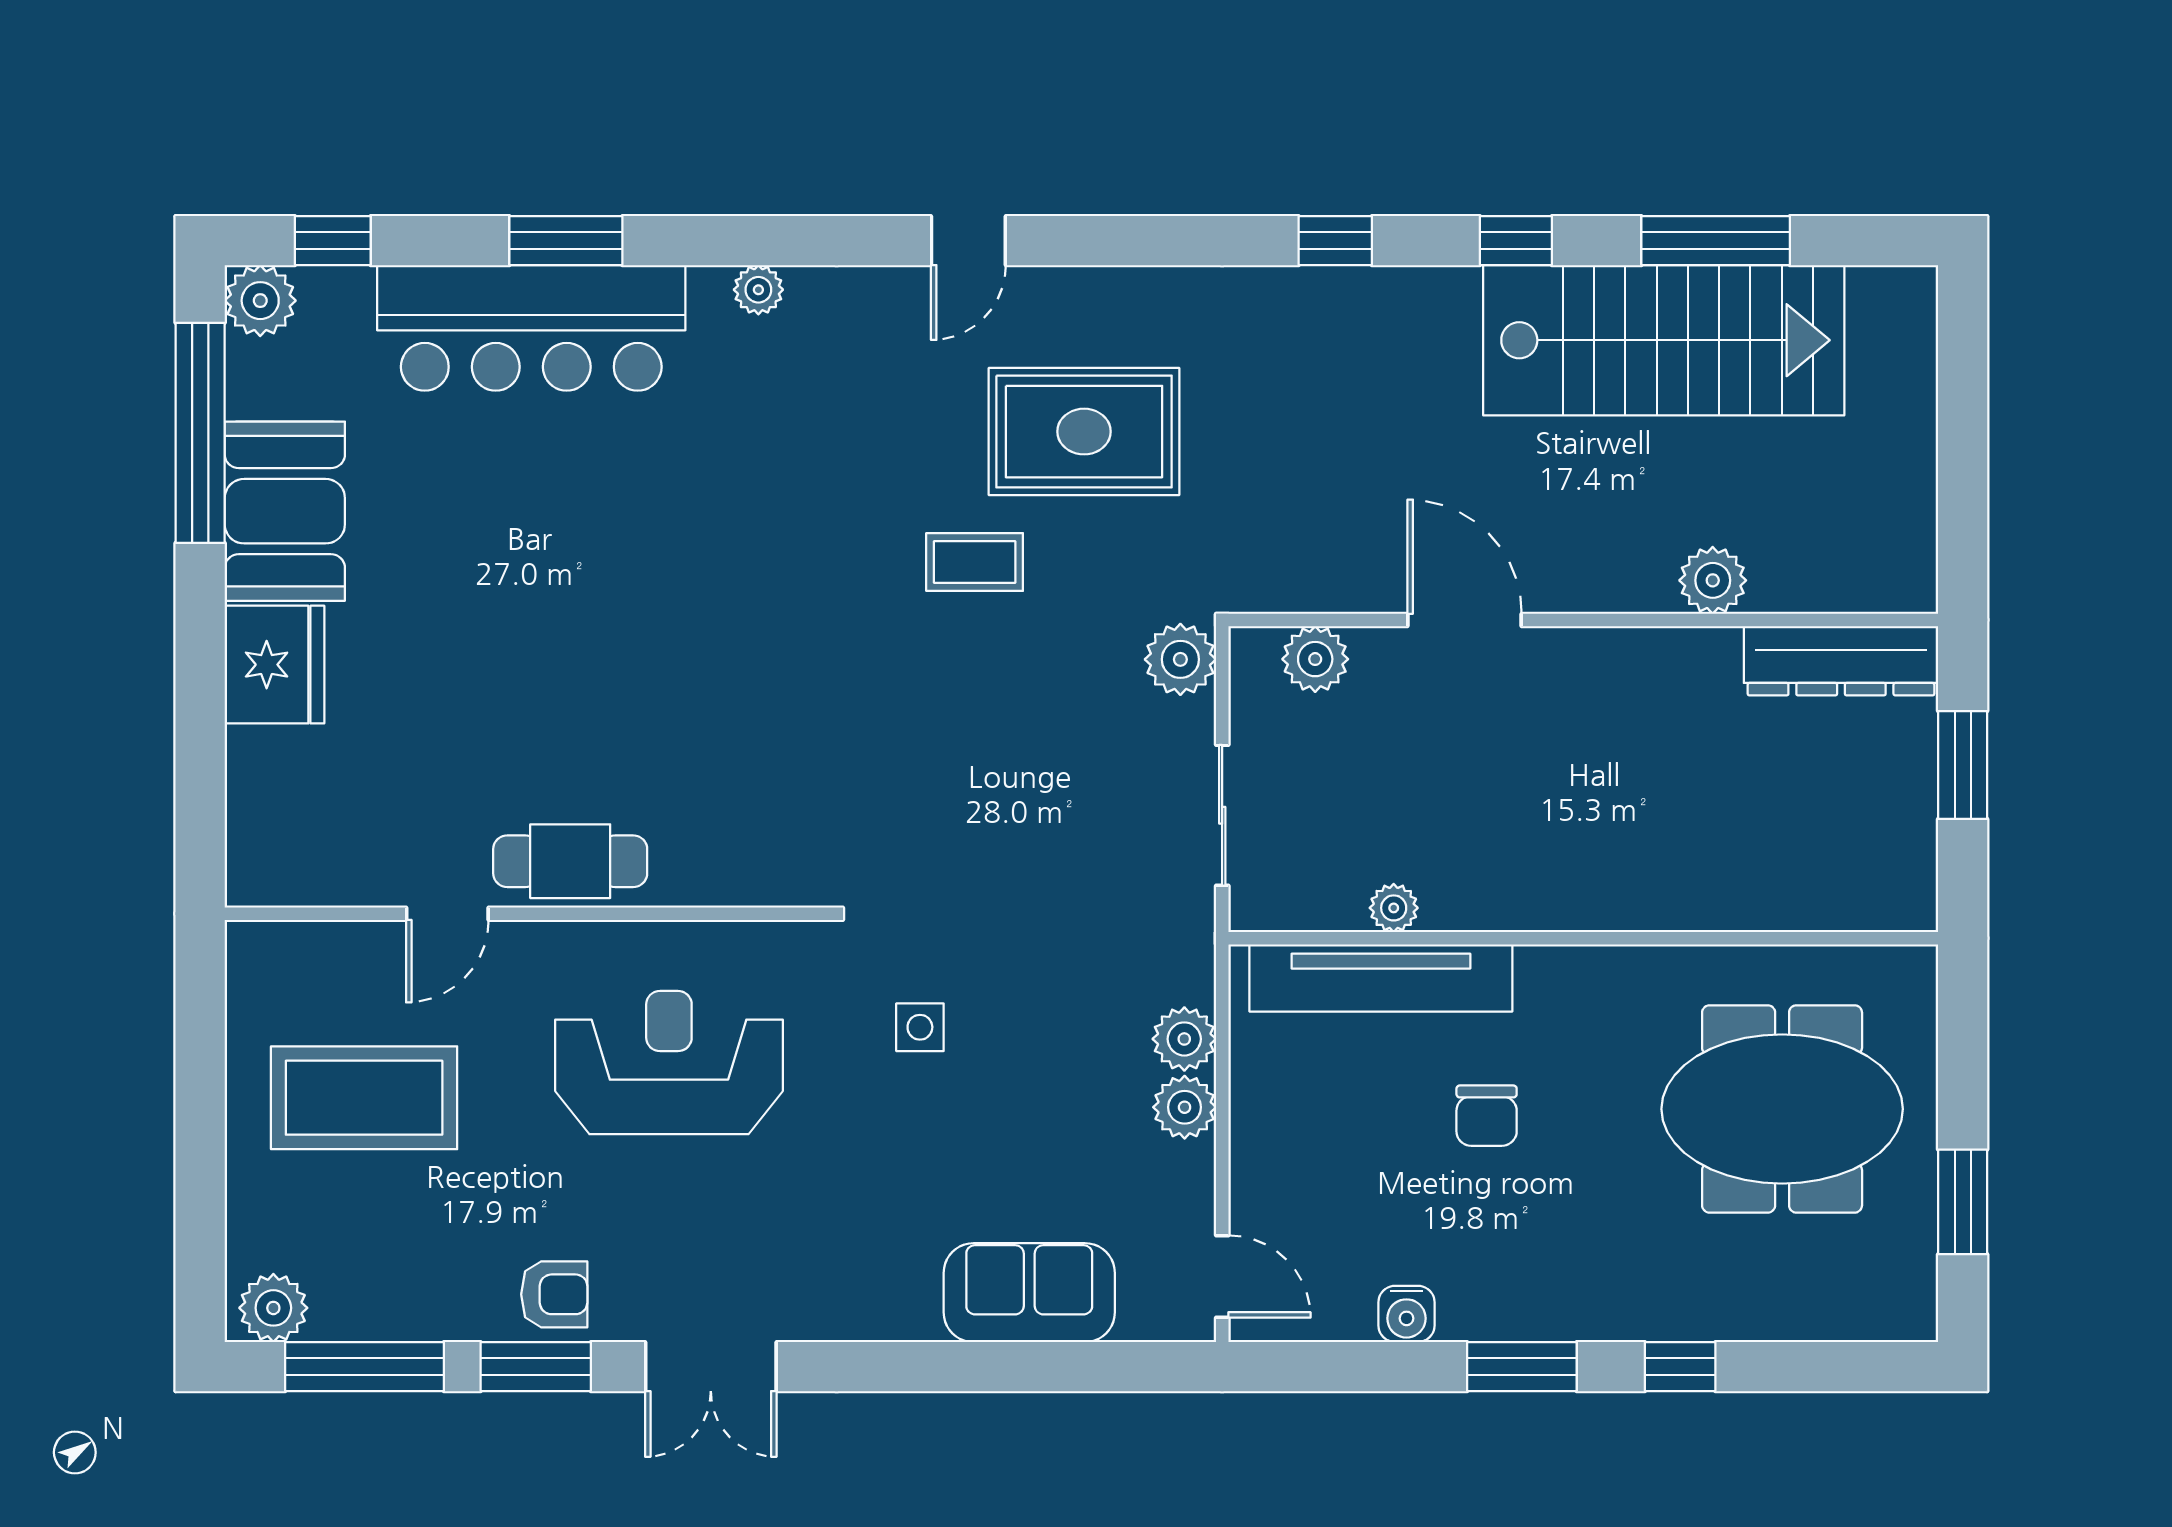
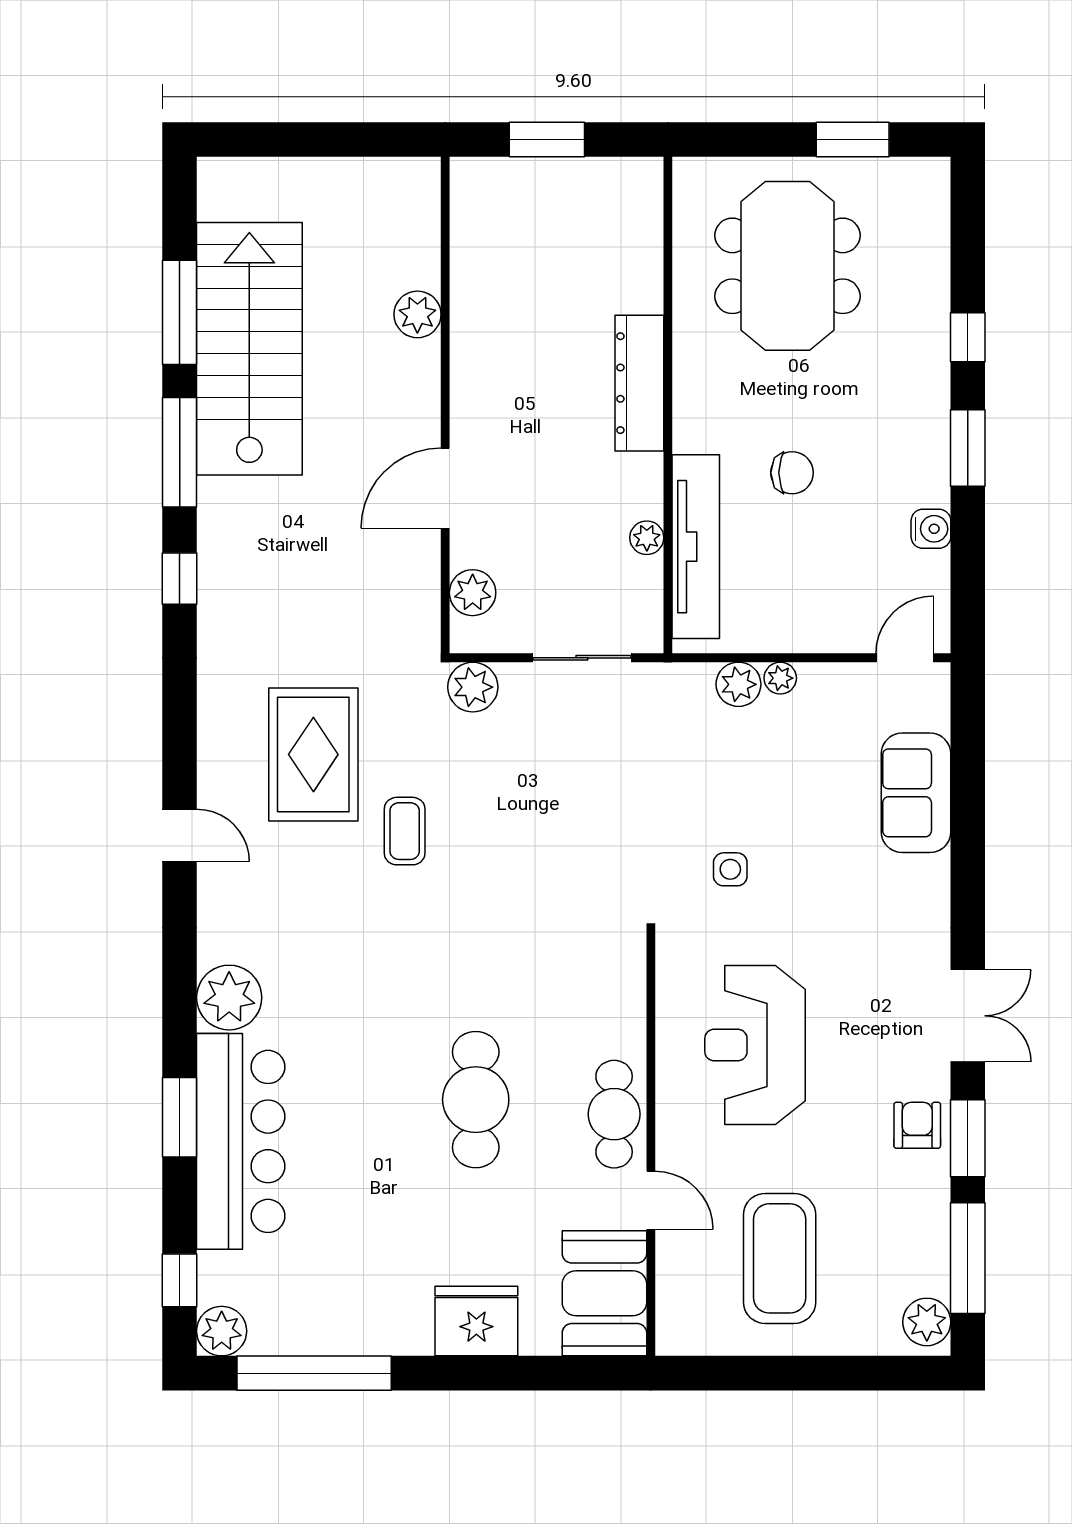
window: (1516, 241) -> (180, 452), width x2.17
plant: (758, 290) -> (229, 998), width x1.88, depth x1.88
booth: (285, 511) -> (604, 1293), moved, turned 90
dresser: (1841, 661) -> (639, 383), moved, turned 180
cafe table: (591, 664) -> (476, 1100), added
plant: (1185, 1107) -> (780, 678), width x0.73, depth x0.73

